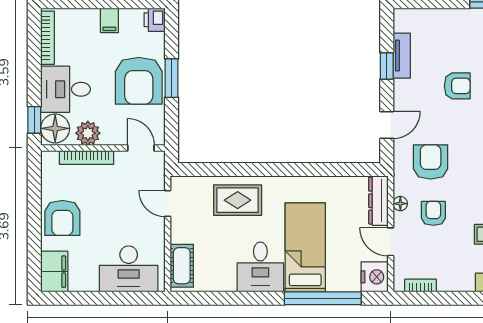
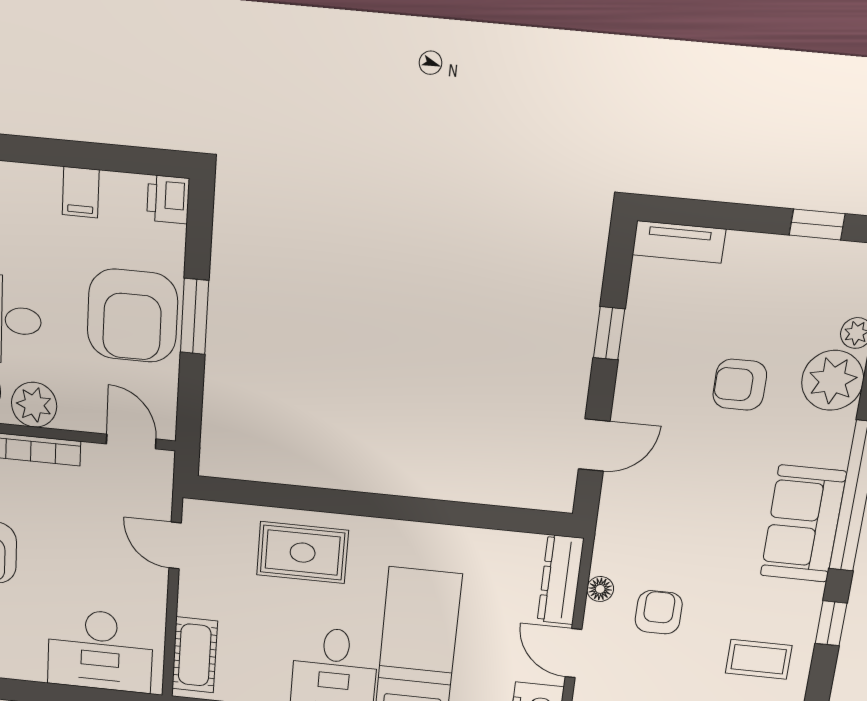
tv unit: (402, 56) -> (679, 242), moved, turned 90
armchair: (457, 86) -> (740, 385), turned 180
armchair: (431, 162) -> (667, 521), removed

